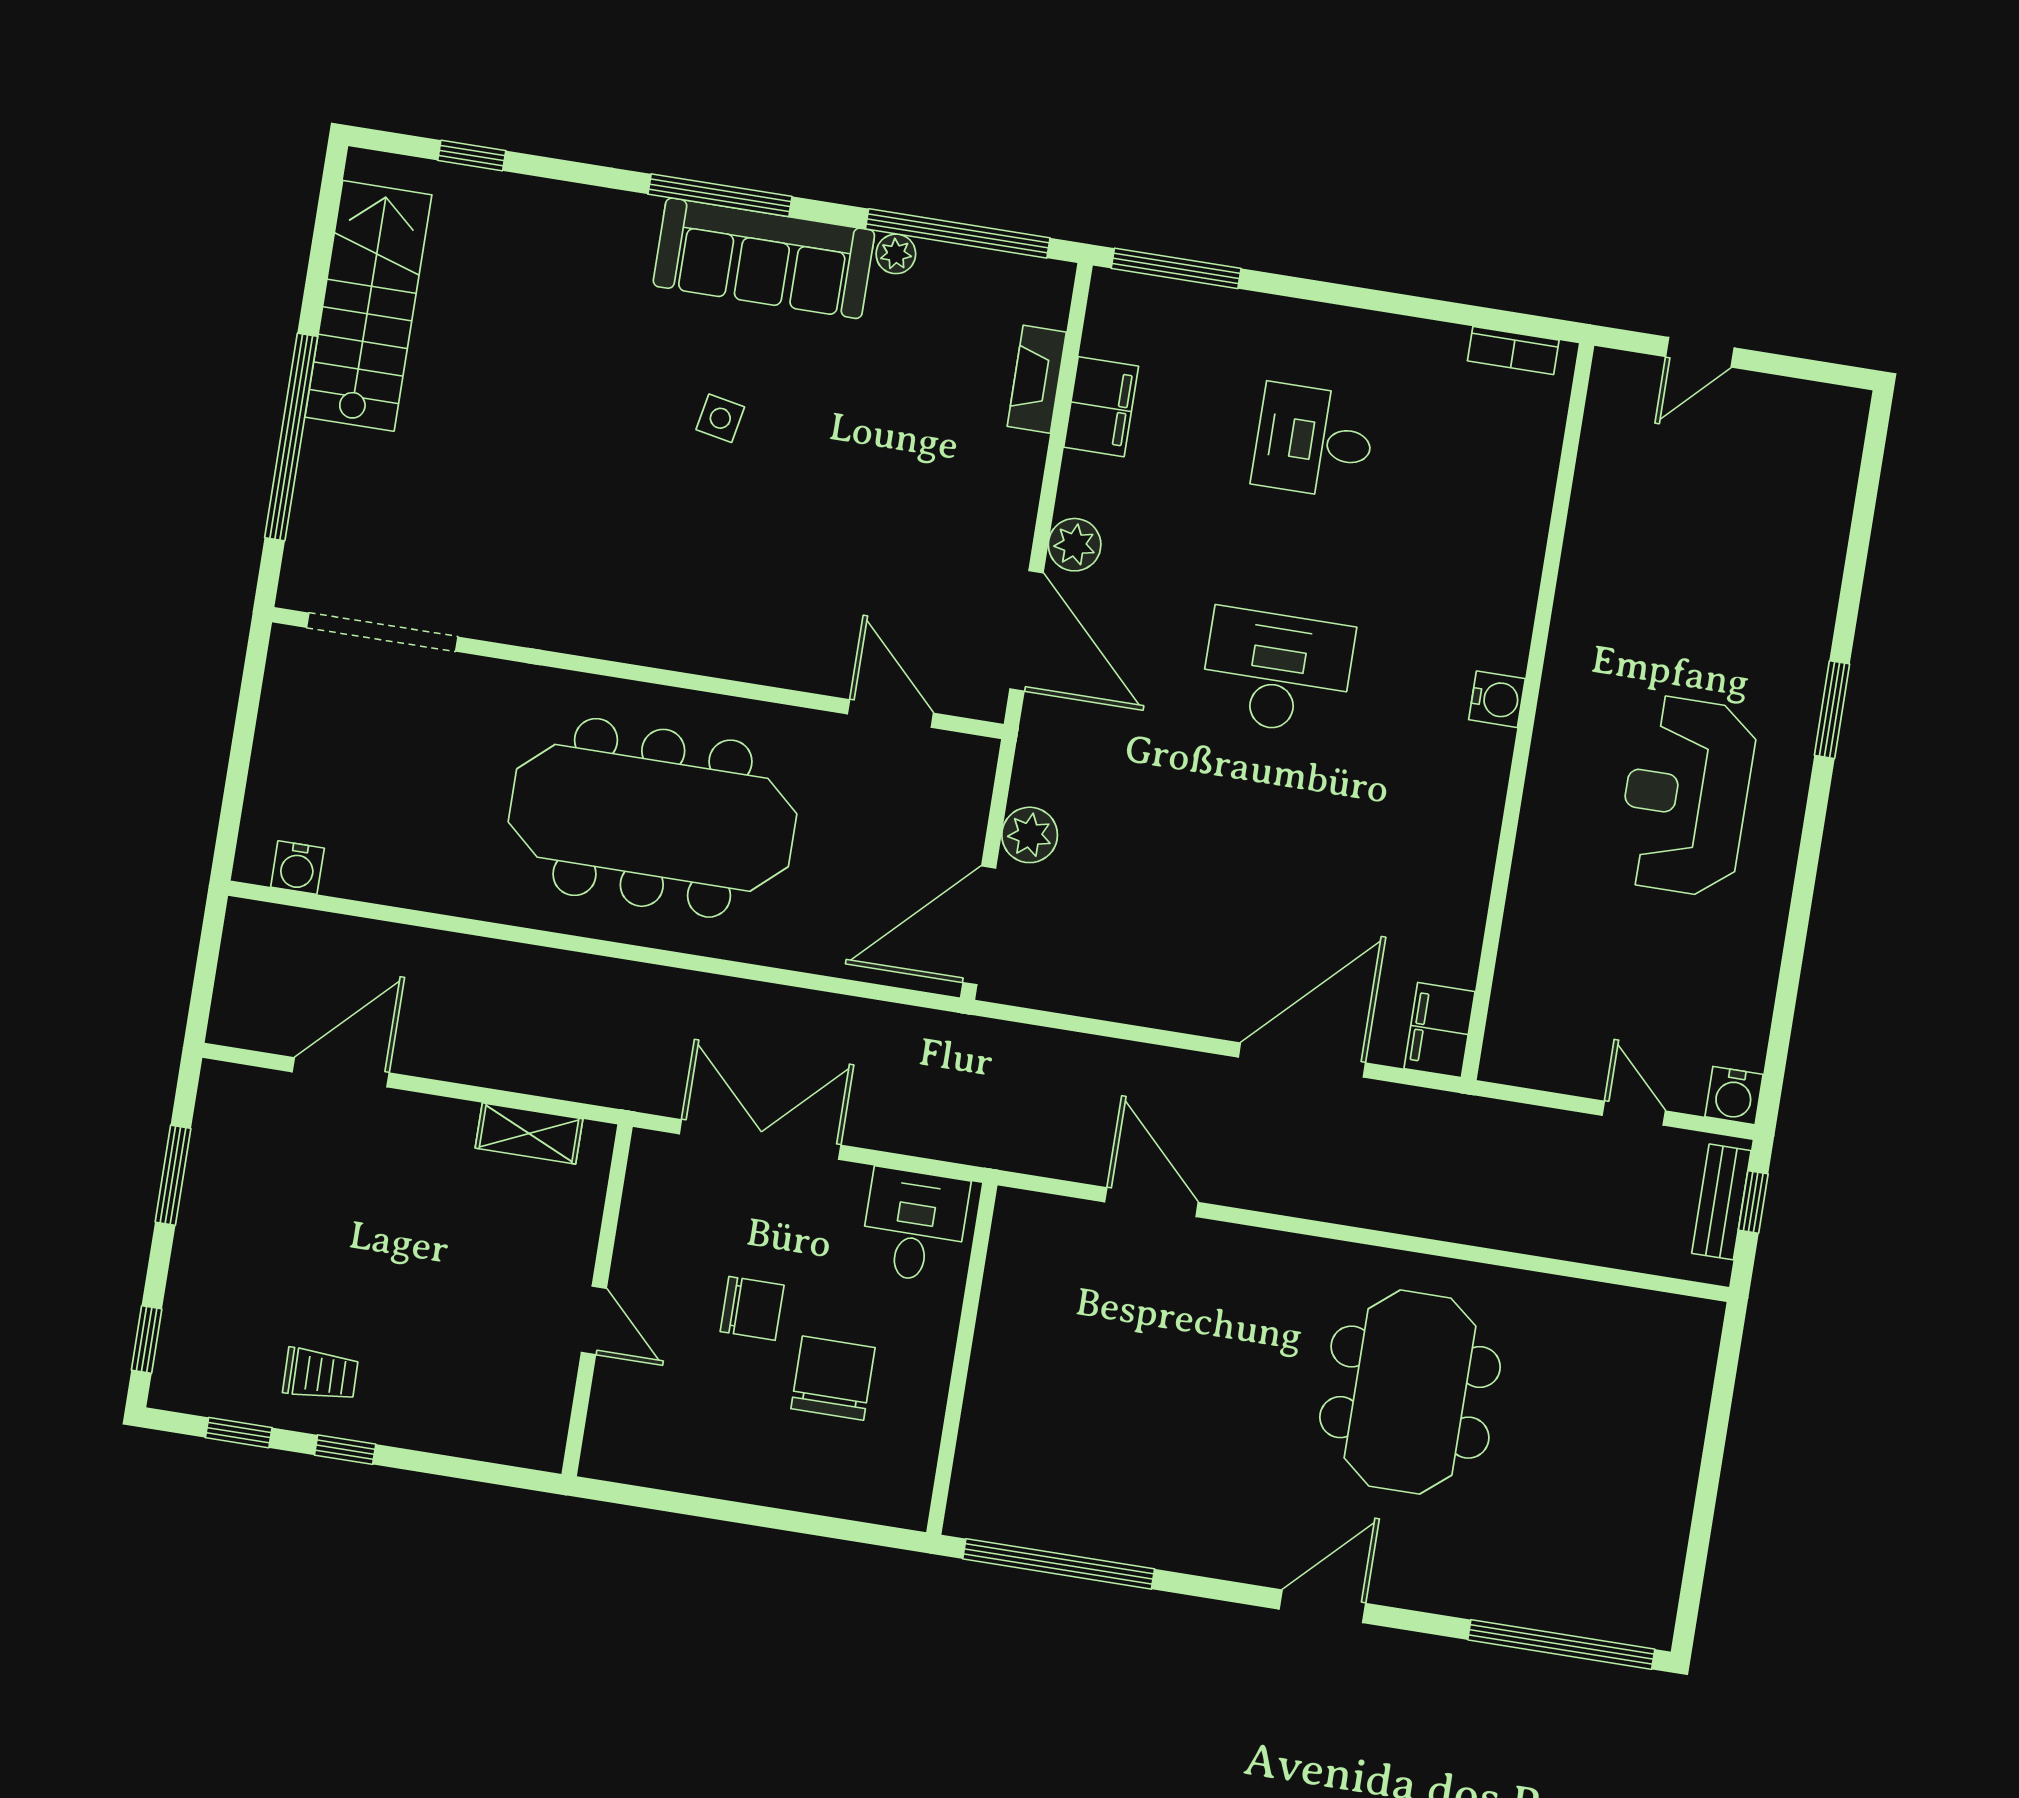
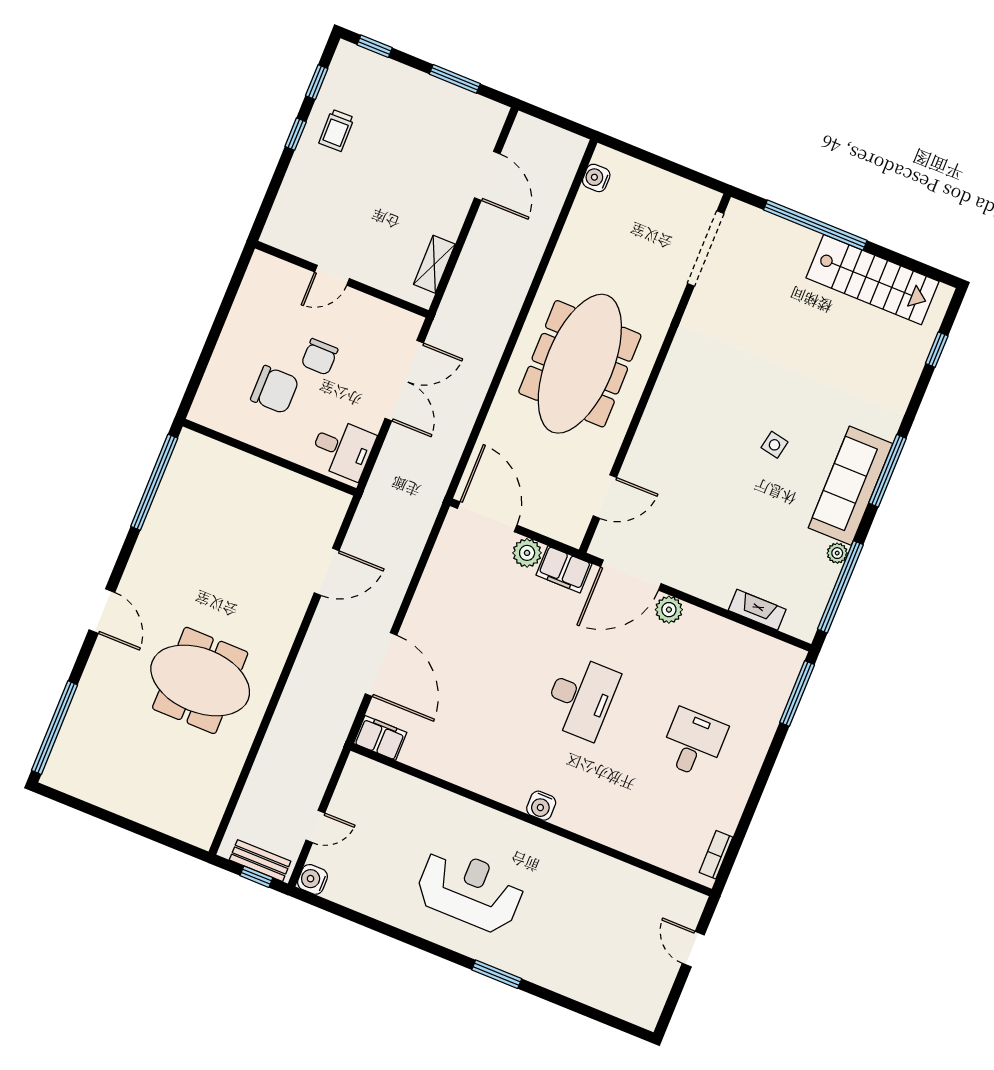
filing cabinet: (1101, 407) -> (564, 569), moved

